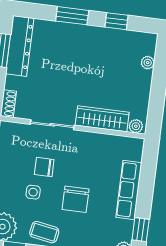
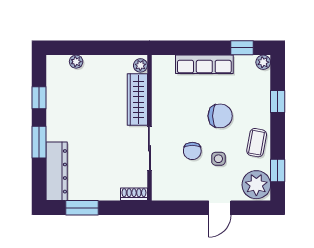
dresser: (20, 46) -> (57, 171), moved, turned 90

